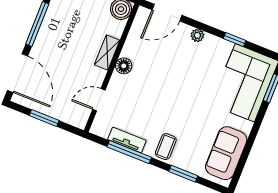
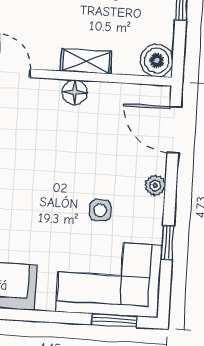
side table: (201, 74) -> (100, 210), added

